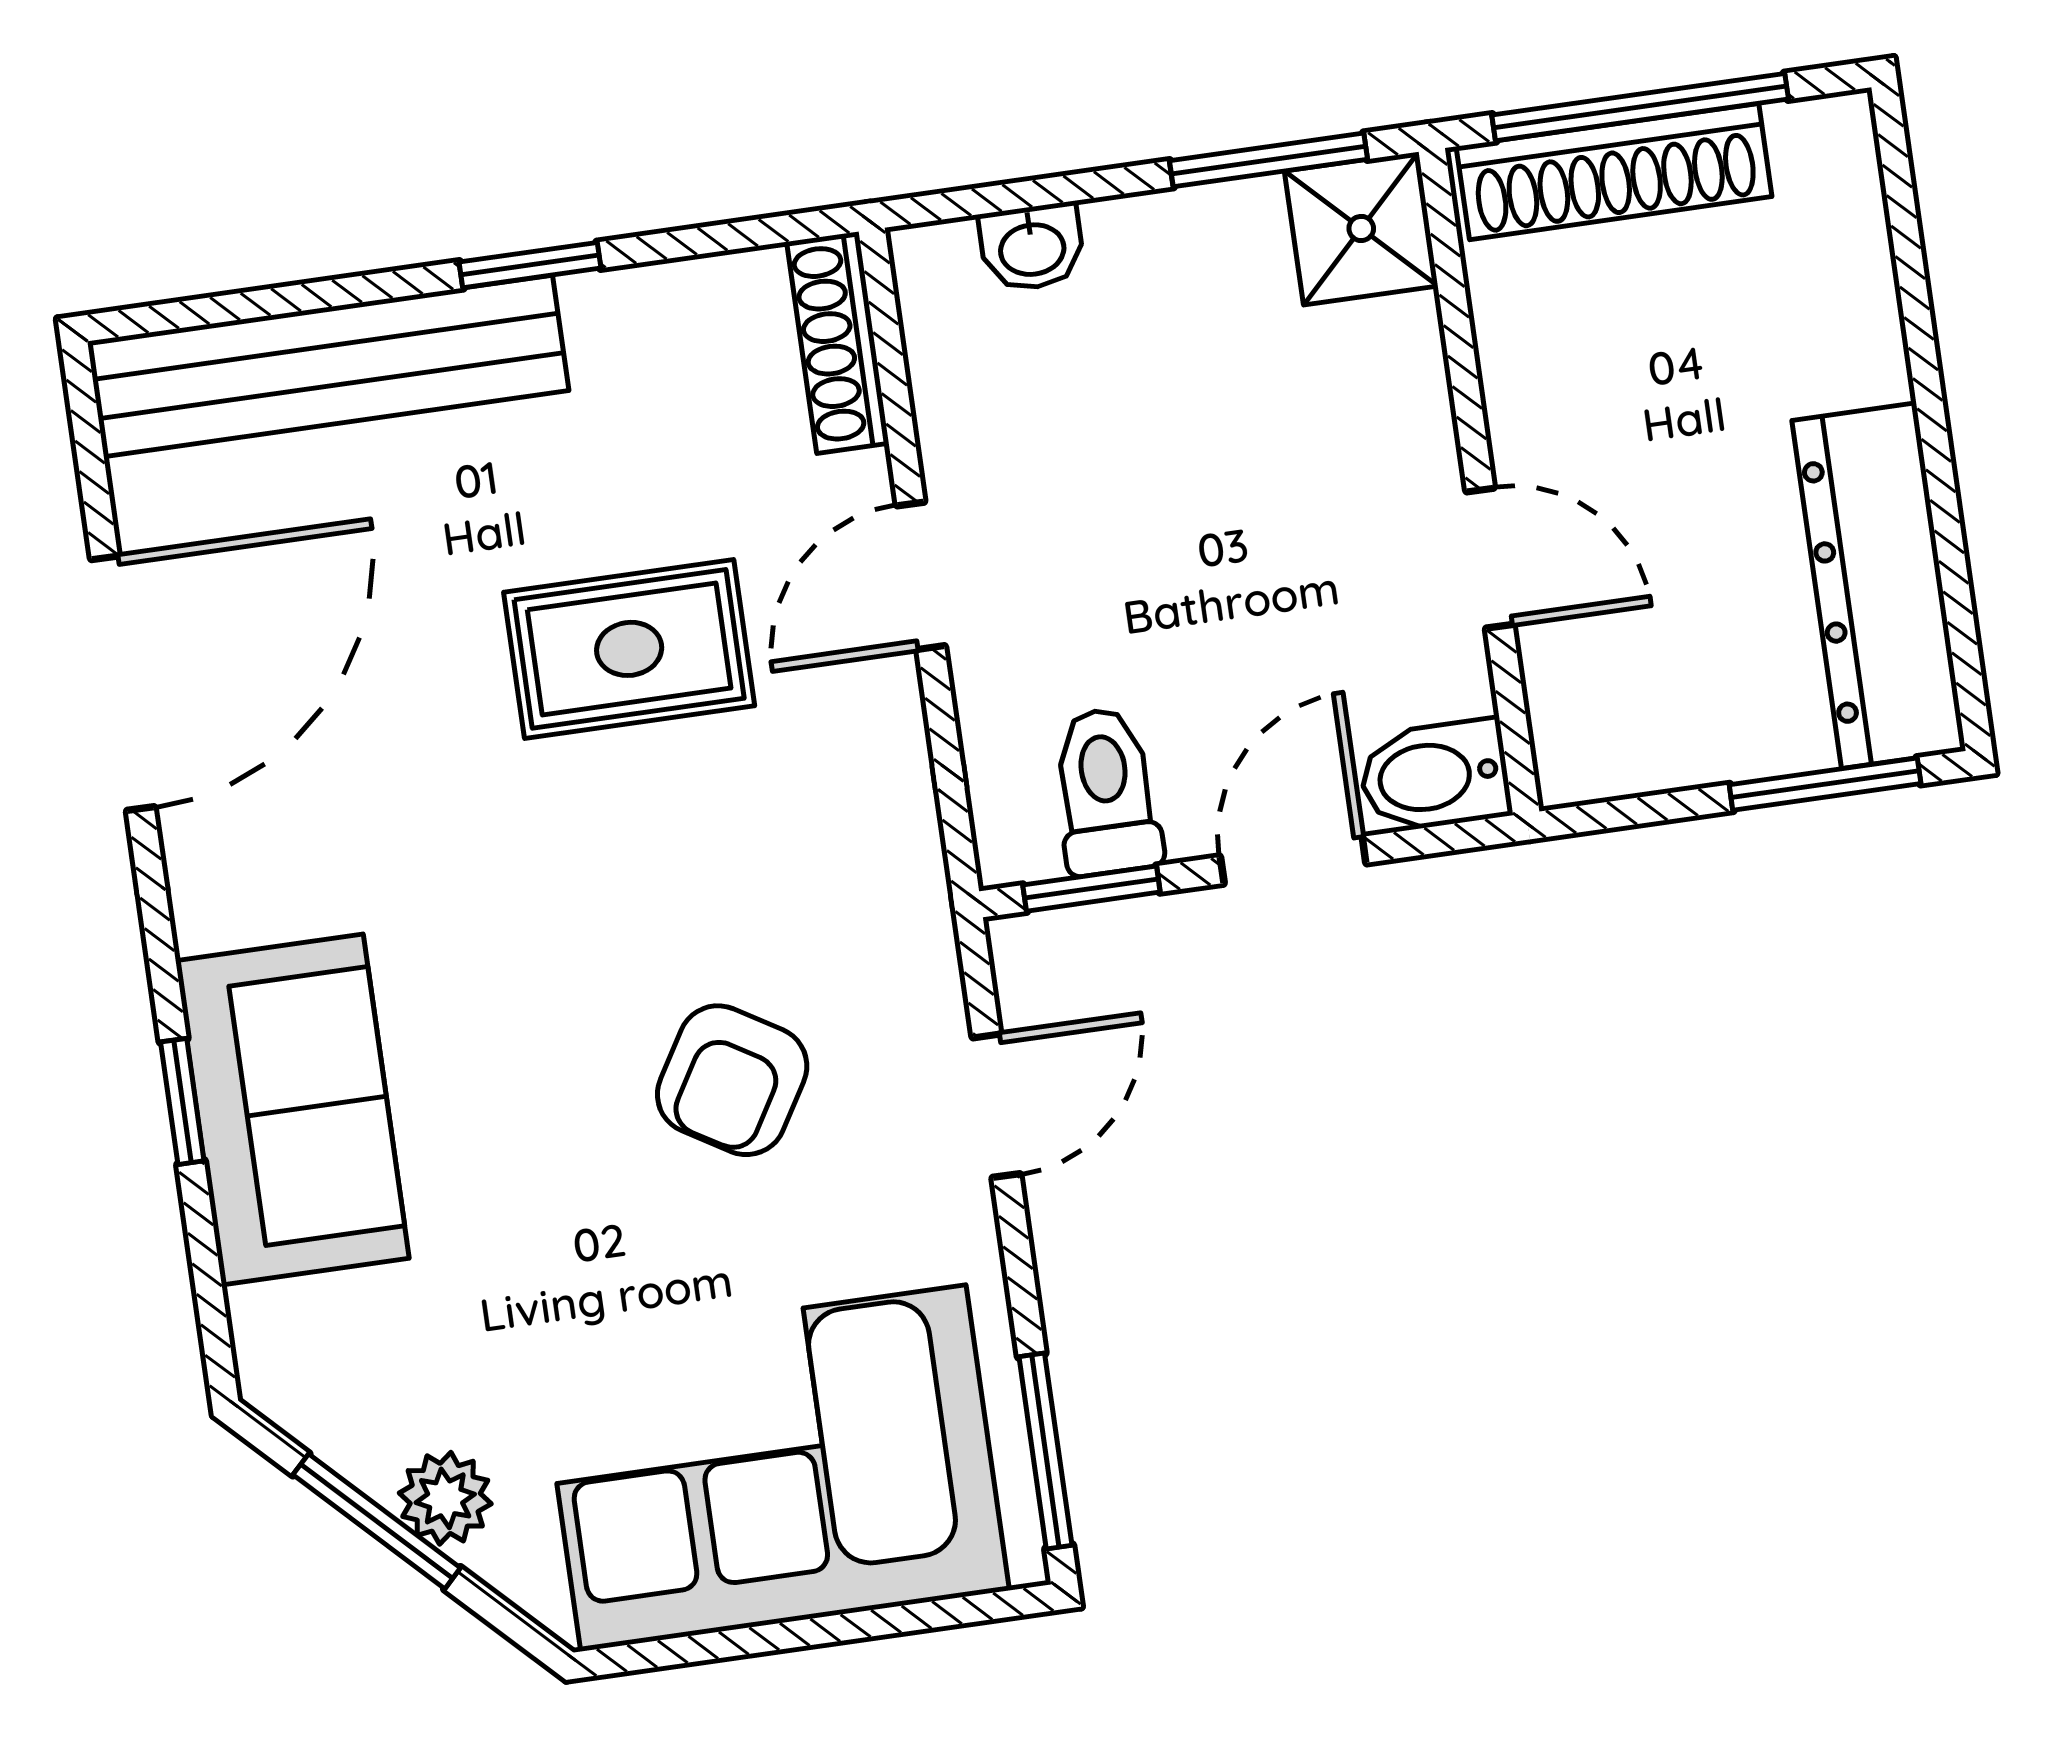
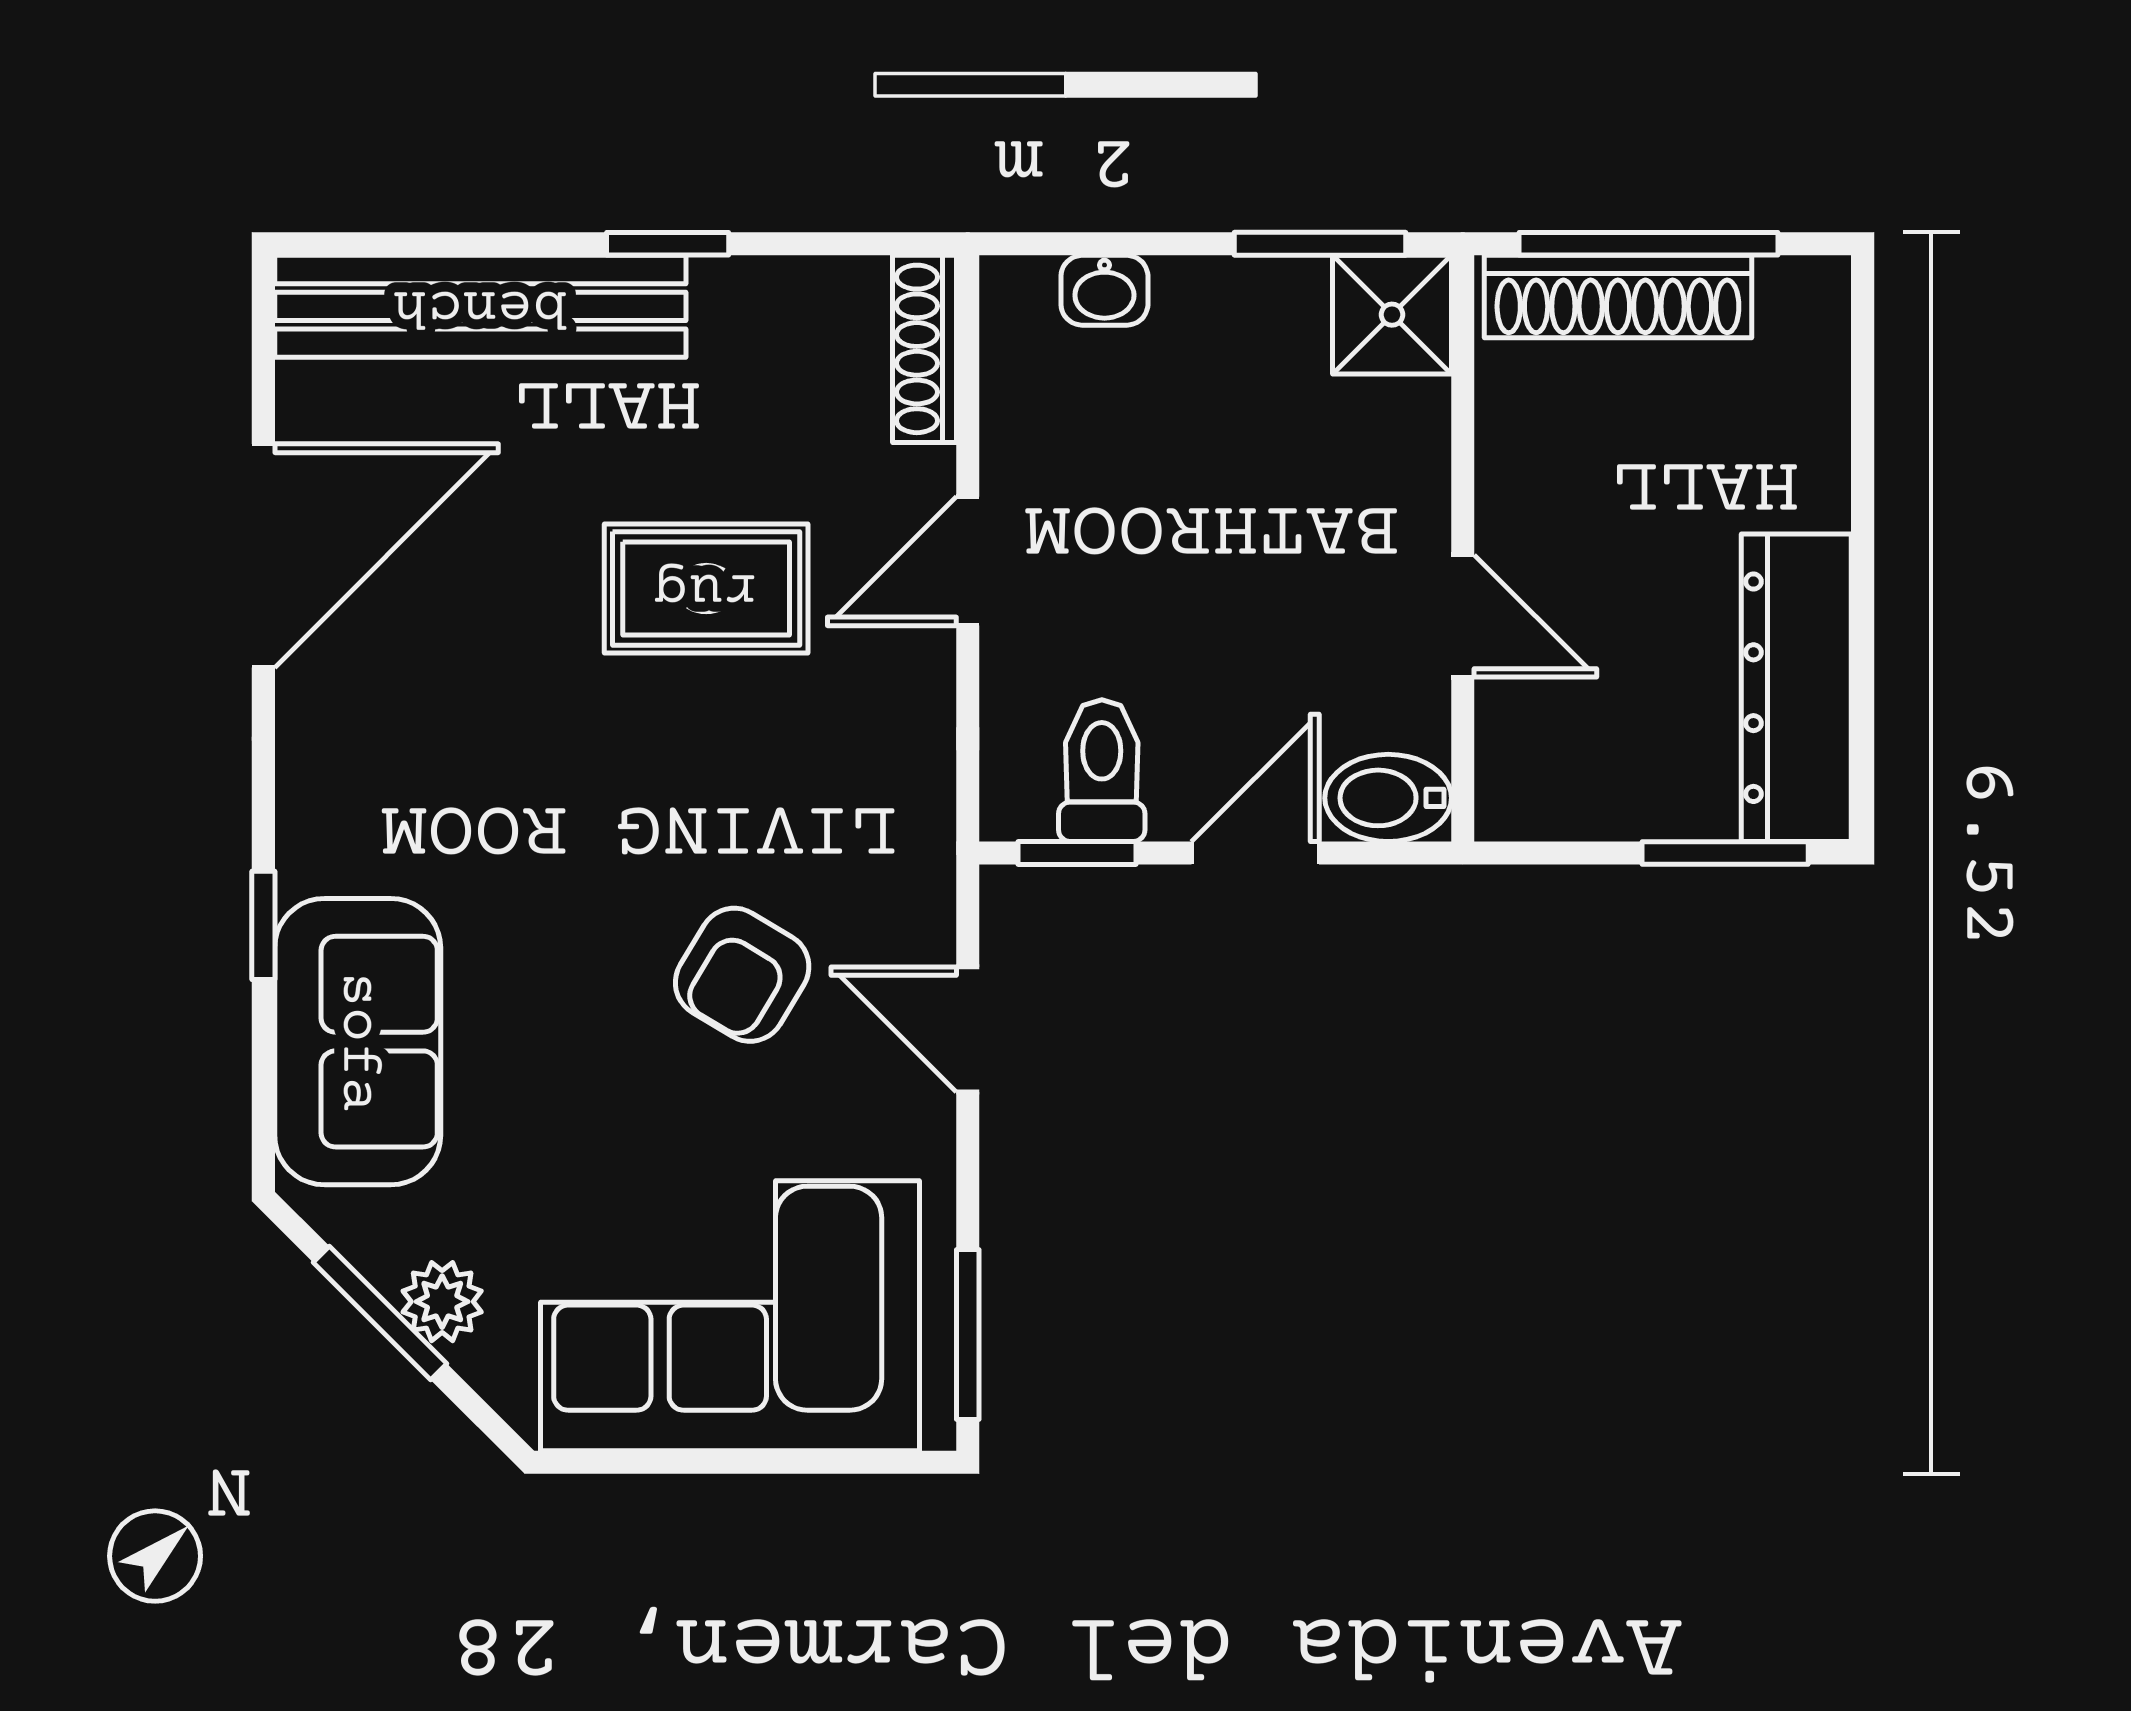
door: (996, 1106) -> (968, 1029), swing flipped
sofa: (292, 1110) -> (358, 1042), moved

